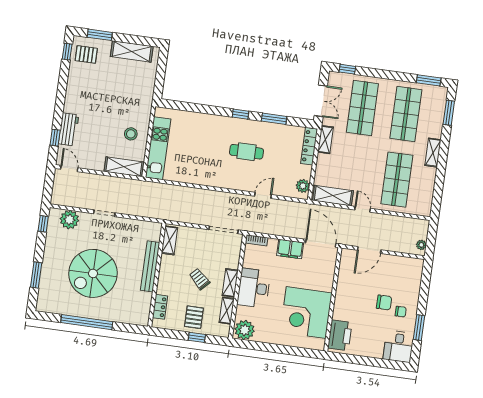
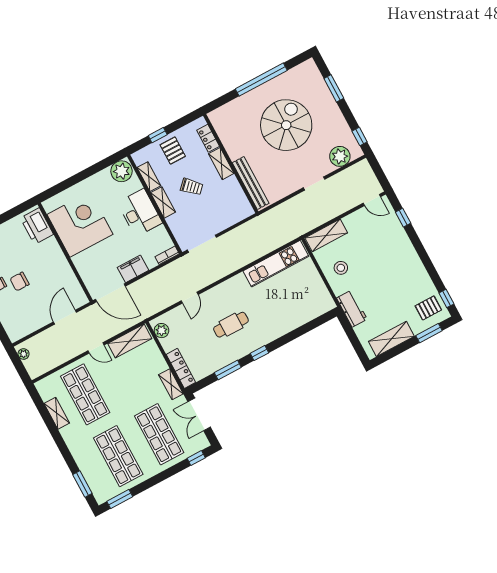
workbench: (69, 129) -> (352, 309), moved, turned 180
kitchen unit: (158, 148) -> (276, 264), moved, turned -90
shelving: (433, 153) -> (57, 413), moved
shelving: (170, 240) -> (221, 164), moved
bench: (150, 266) -> (251, 183), moved

